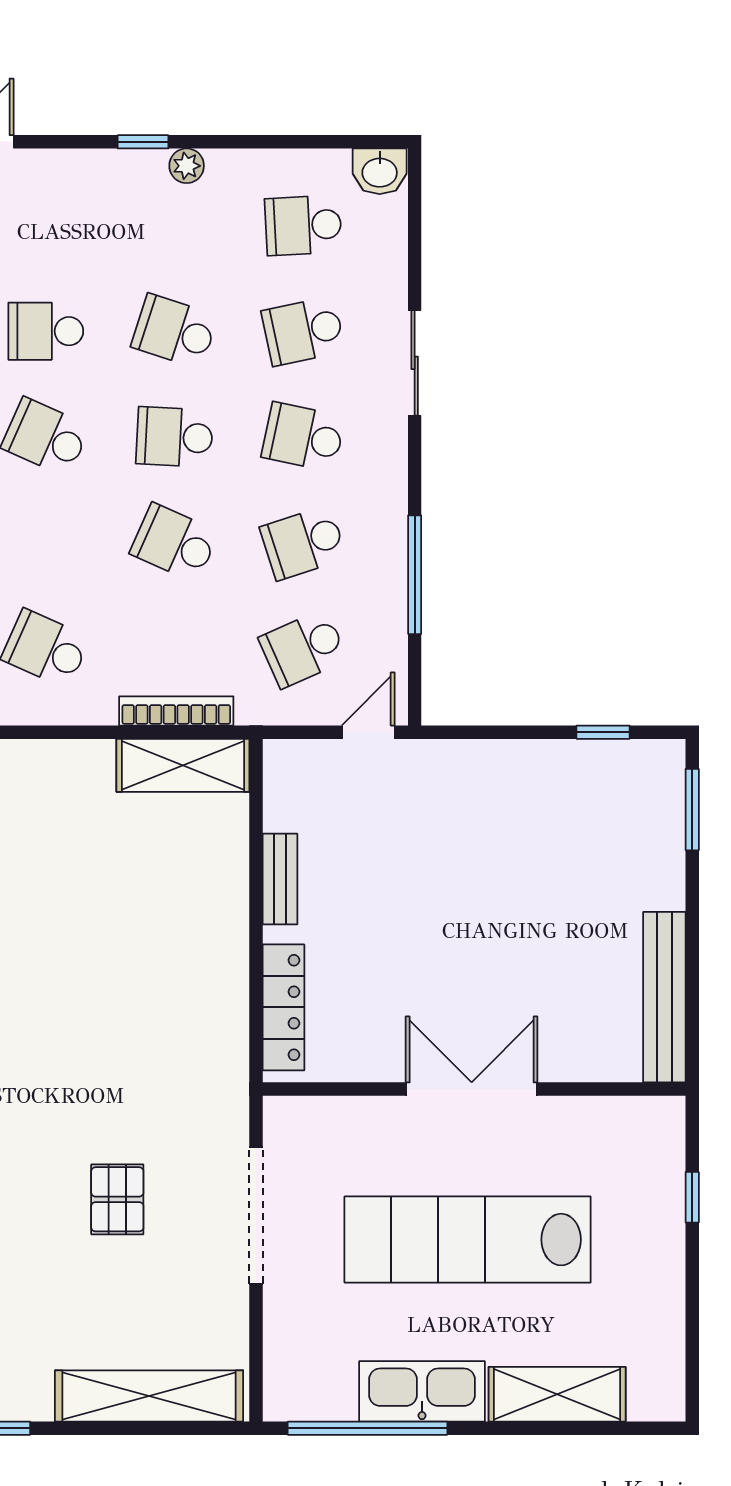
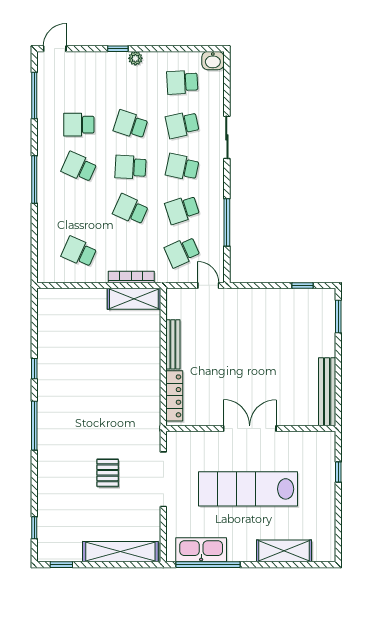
door: (368, 732) -> (208, 285), hinge flipped
bench: (280, 879) -> (173, 344), width x1.36
kitchen sink: (422, 1391) -> (201, 550), moved

